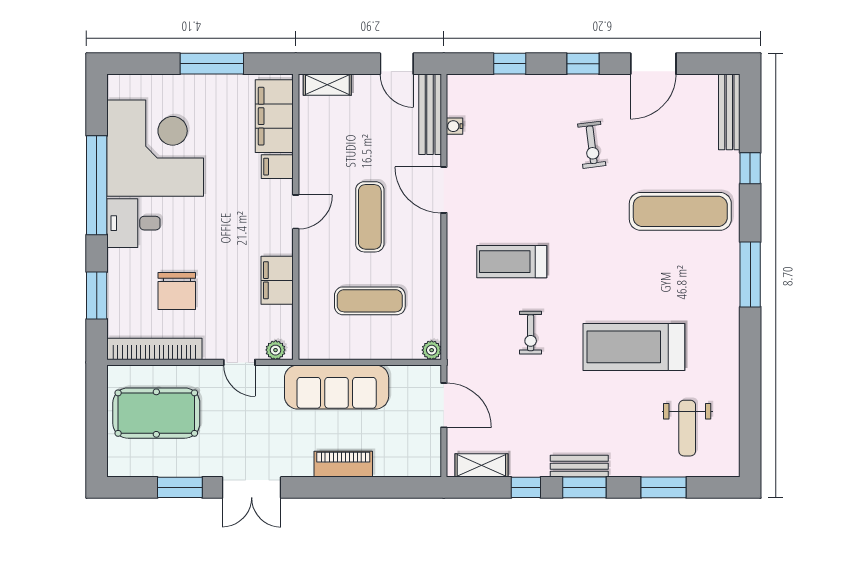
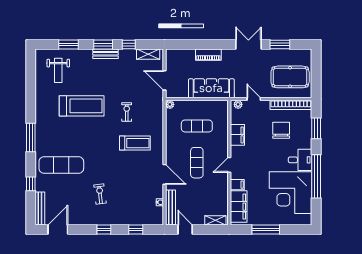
door: (653, 64) -> (58, 230), moved
weight bench: (687, 428) -> (58, 70), turned 180

